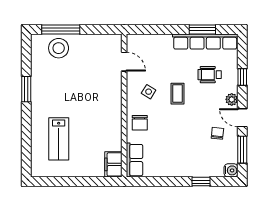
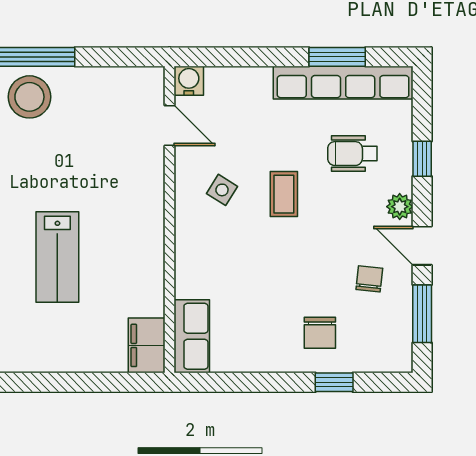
chair: (140, 123) -> (320, 333), moved
lab bench: (59, 139) -> (57, 257), moved
water cooler: (231, 170) -> (189, 81), moved, turned -90

